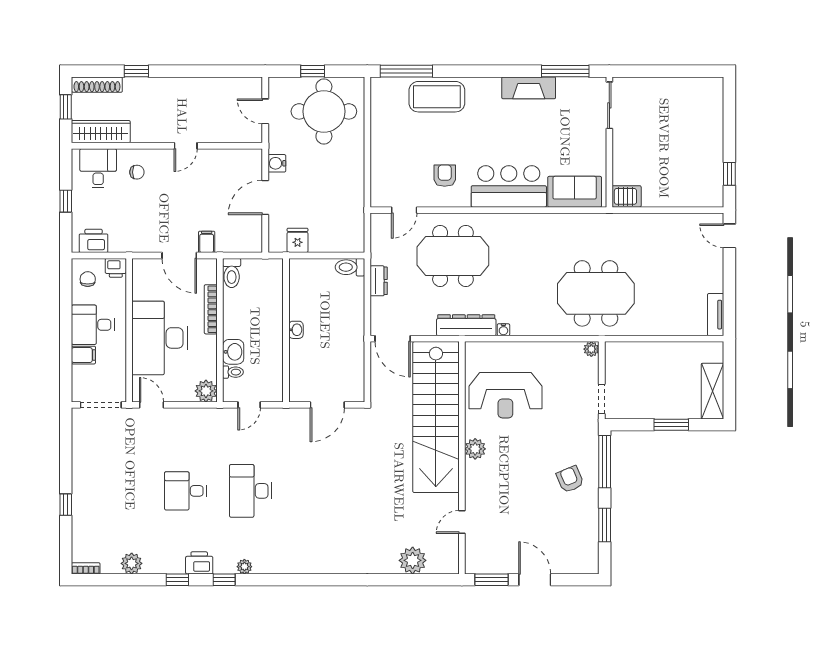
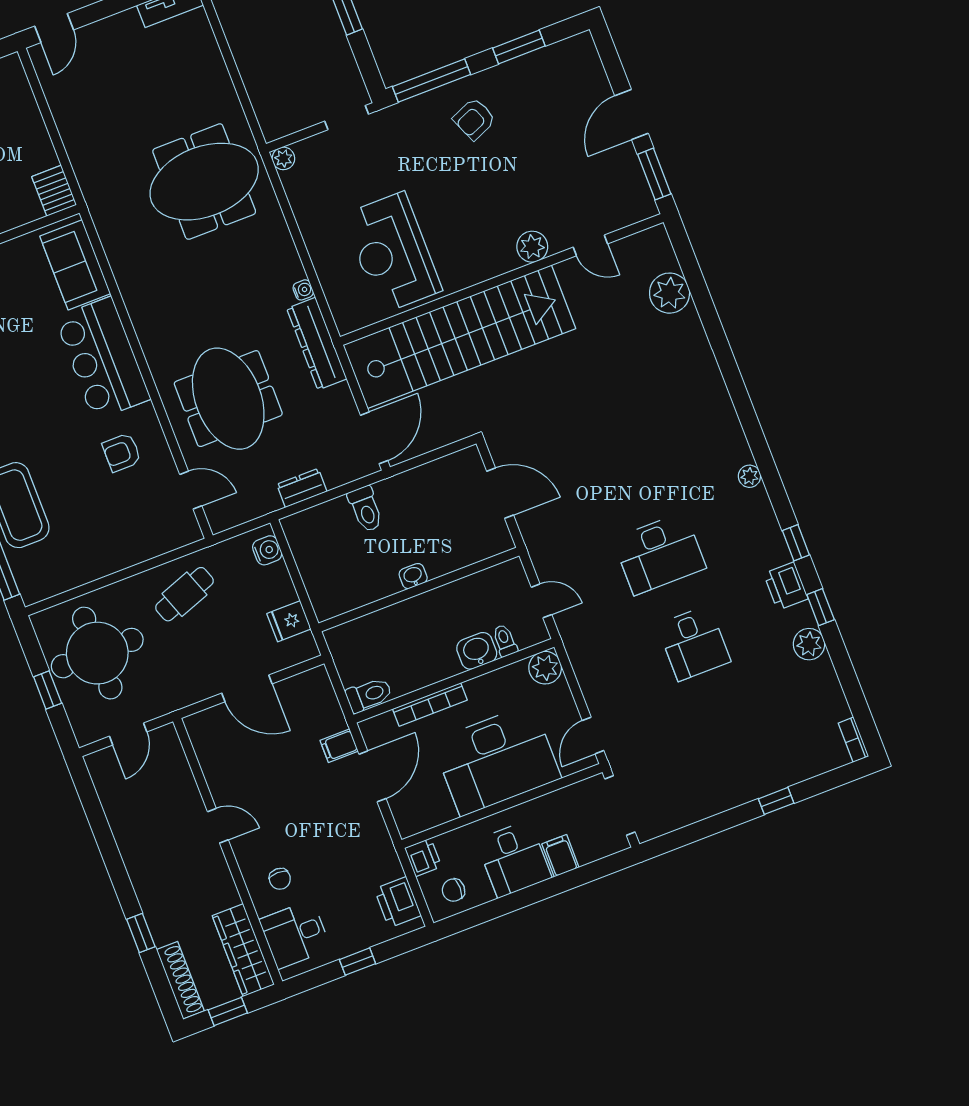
water cooler: (277, 163) -> (267, 550), moved, turned -90
chair: (137, 172) -> (280, 879), turned 180
cafe table: (340, 181) -> (184, 594), added
toilet: (350, 267) -> (366, 509), moved
meeting table: (596, 293) -> (204, 182), turned 90
reception desk: (505, 395) -> (392, 253), turned 180
plant: (475, 449) -> (532, 247), moved
plant: (132, 563) -> (809, 644), moved
plant: (244, 567) -> (749, 476), moved

